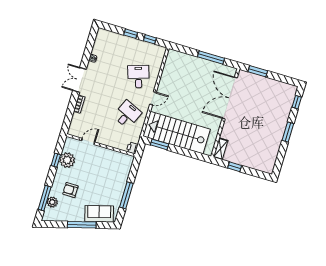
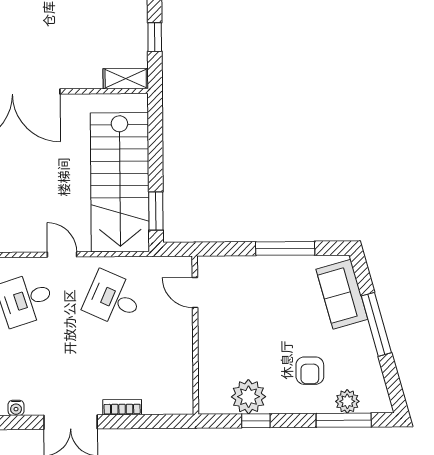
door: (88, 141) -> (195, 293), moved
printer: (132, 148) -> (181, 267), removed

